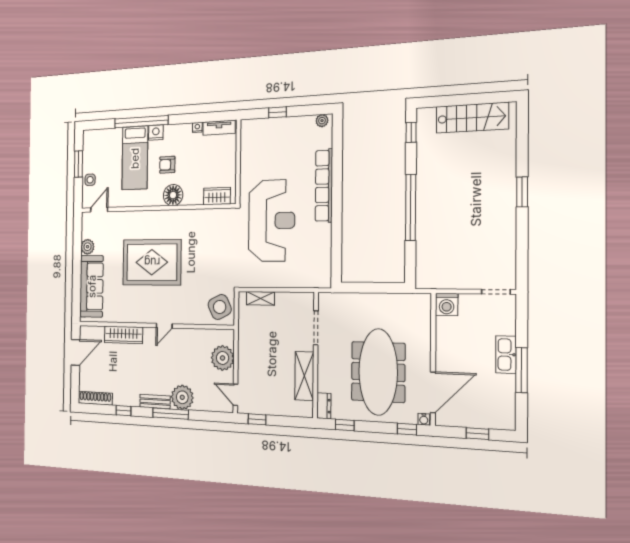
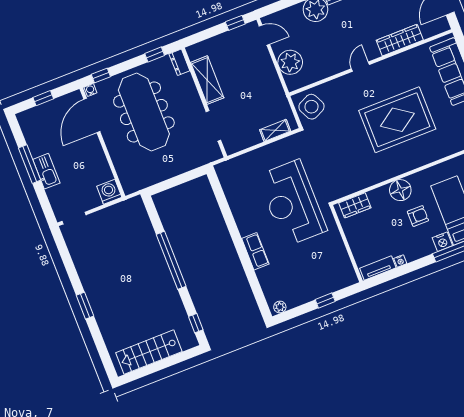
row of seats: (324, 186) -> (255, 251), width x0.50

